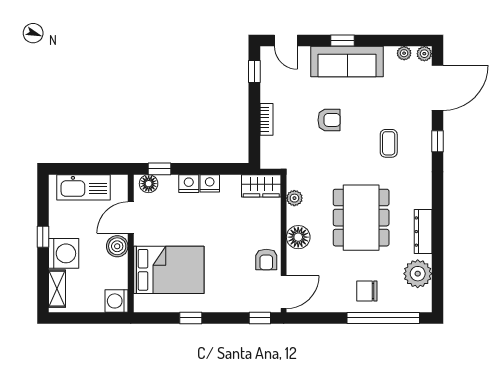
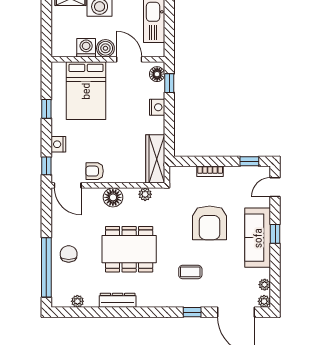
armchair: (329, 120) -> (210, 223), width x1.88, depth x1.88
nightstand: (210, 183) -> (58, 144), moved, turned 180
wardrobe: (261, 186) -> (155, 159), width x1.50
plant: (418, 274) -> (77, 301), width x0.53, depth x0.53
washing machine: (117, 301) -> (86, 48), moved

